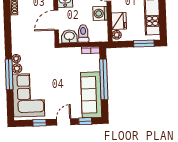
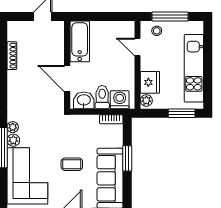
washing machine: (100, 13) -> (120, 100), moved, turned 90
door: (56, 20) -> (67, 78), hinge flipped
window: (104, 79) -> (127, 158), width x0.47
coffee table: (62, 85) -> (72, 164), added

